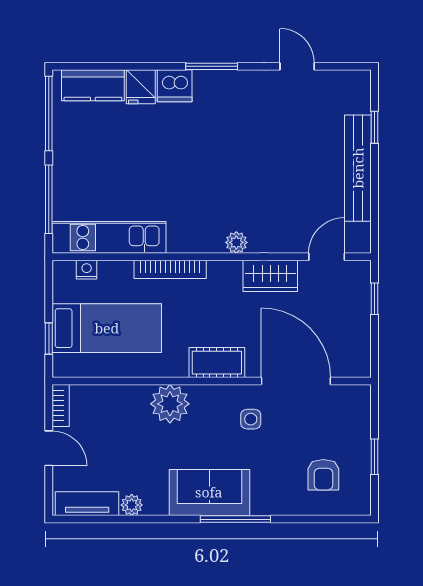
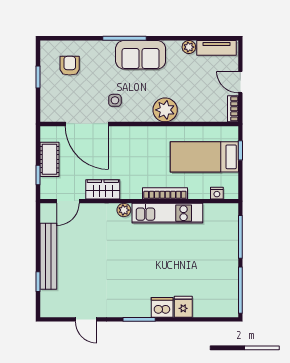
kitchen counter: (93, 85) -> (213, 308), removed
kitchen unit: (109, 237) -> (167, 213), moved
cot: (217, 363) -> (49, 159), moved, turned 90

